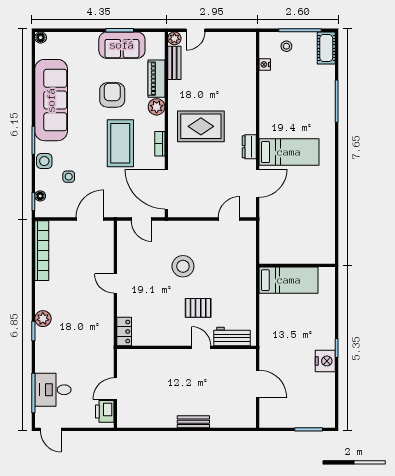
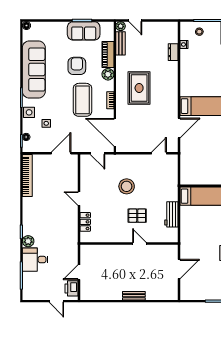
door: (196, 30) -> (135, 20), hinge flipped
rug: (201, 126) -> (139, 88), turned 90
dresser: (249, 147) -> (173, 52), moved
plant: (43, 319) -> (28, 241), moved
locker: (124, 332) -> (85, 222), moved
workbench: (232, 336) -> (171, 214), moved, turned -90
door: (258, 384) -> (179, 269), hinge flipped
desk: (53, 390) -> (35, 260), moved
door: (51, 429) -> (56, 301), moved

